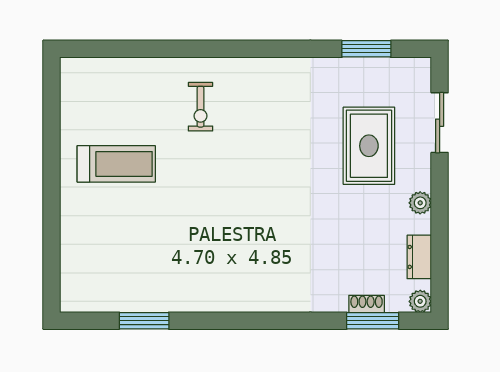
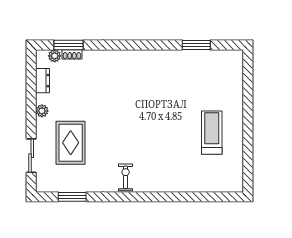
exercise bike: (200, 107) -> (126, 177), moved
treadmill: (116, 164) -> (212, 133), turned 90
plant: (420, 301) -> (55, 56), moved

